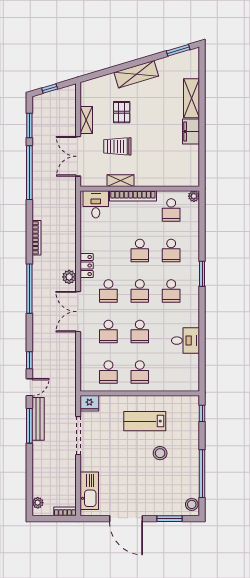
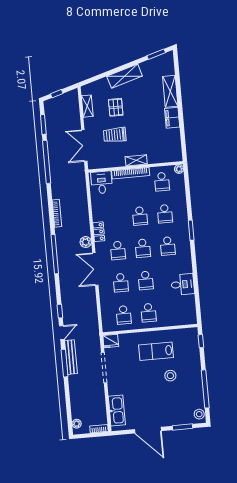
shelving: (86, 120) -> (87, 106), moved
shelving: (121, 181) -> (136, 160), moved

